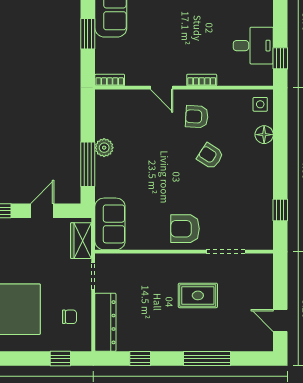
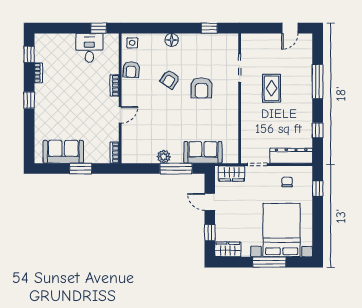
armchair: (197, 117) -> (131, 70), moved
floor lamp: (264, 135) -> (172, 40), moved
sofa: (110, 224) -> (203, 152), moved
armchair: (185, 229) -> (201, 88), moved

